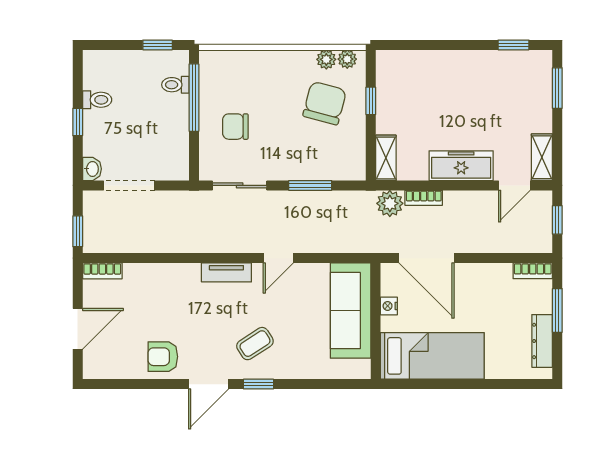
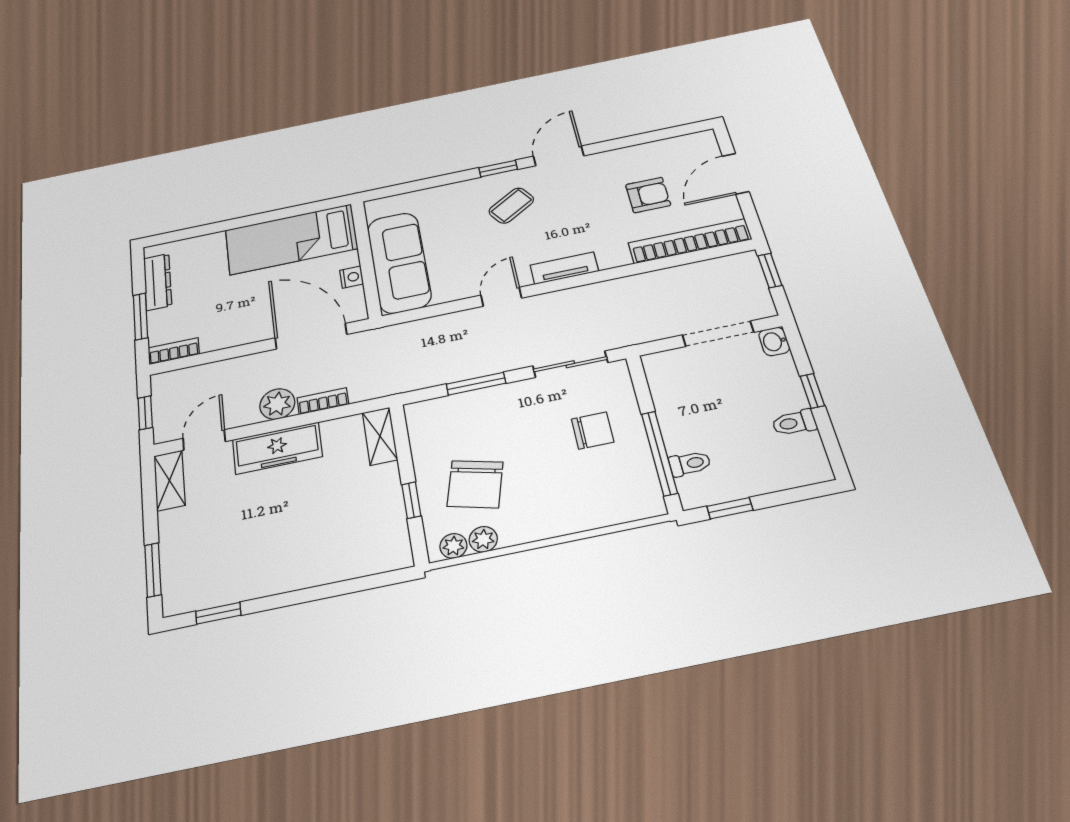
plant: (390, 203) -> (277, 404), moved
bookcase: (102, 271) -> (690, 241), width x2.31, depth x1.31
armchair: (163, 357) -> (648, 195), moved

